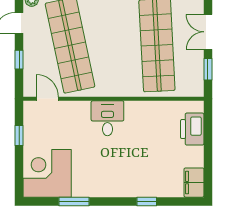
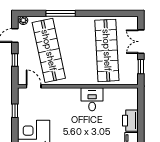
desk: (107, 118) -> (92, 99), moved
printer: (192, 129) -> (130, 121), moved

